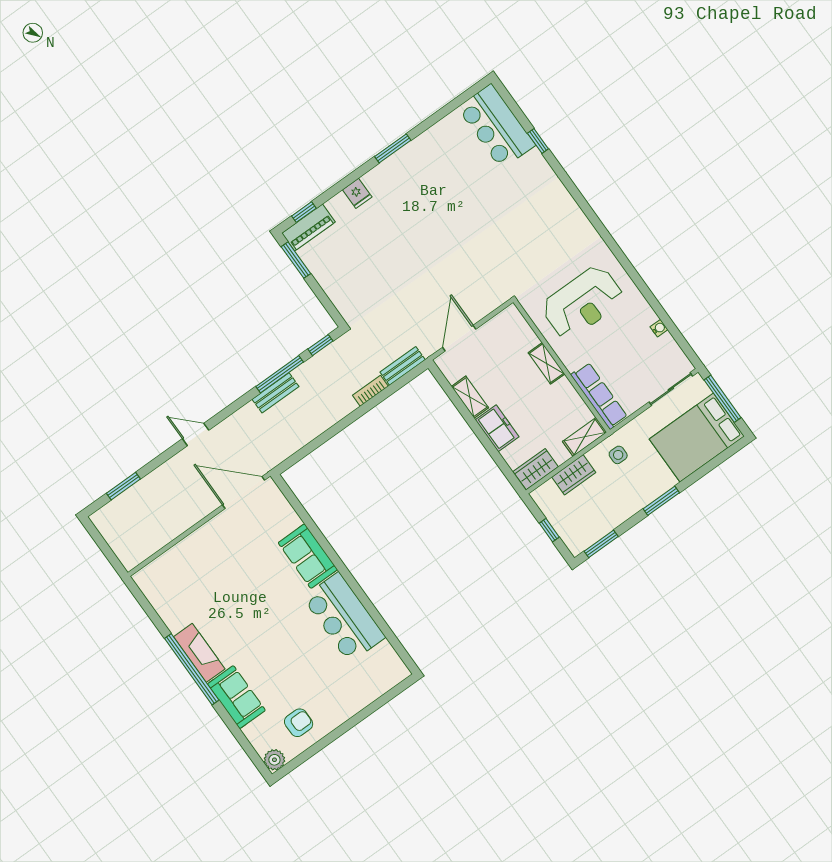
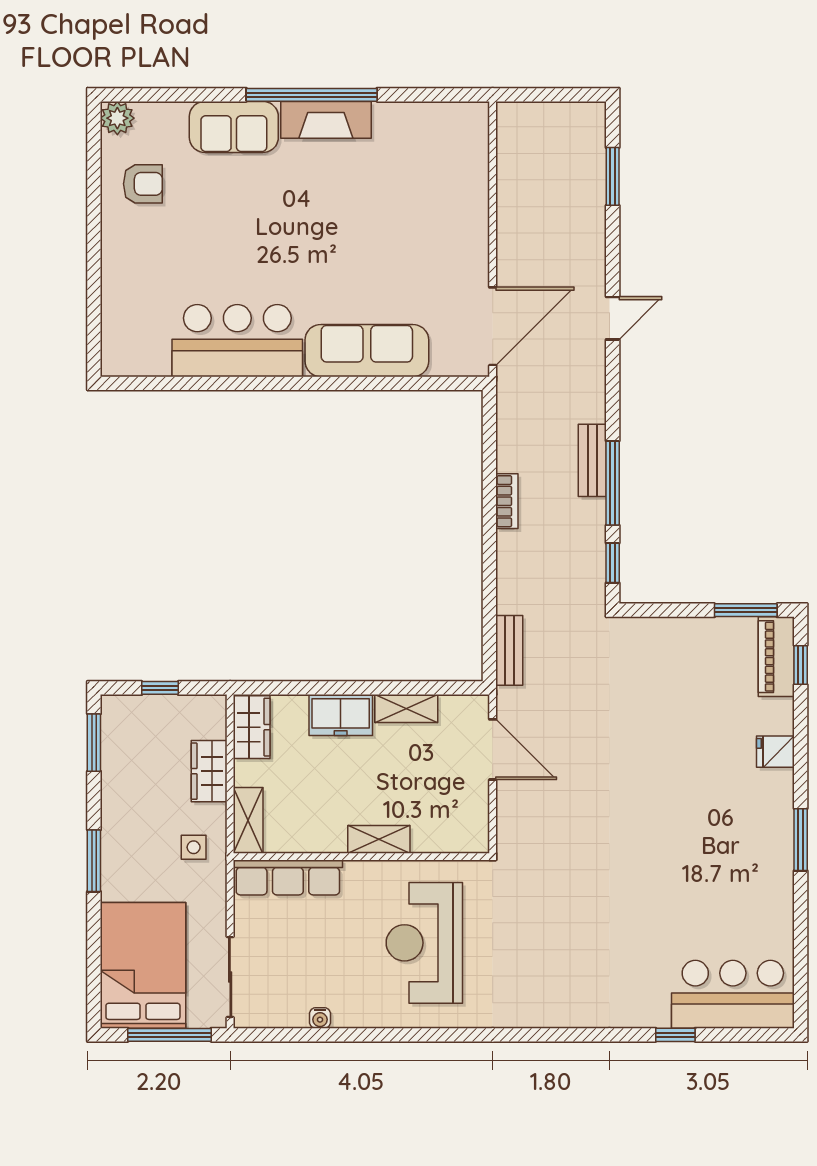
bookcase: (370, 391) -> (507, 501), moved
sofa: (308, 556) -> (367, 351), width x1.36
armchair: (299, 723) -> (143, 184), turned -90

